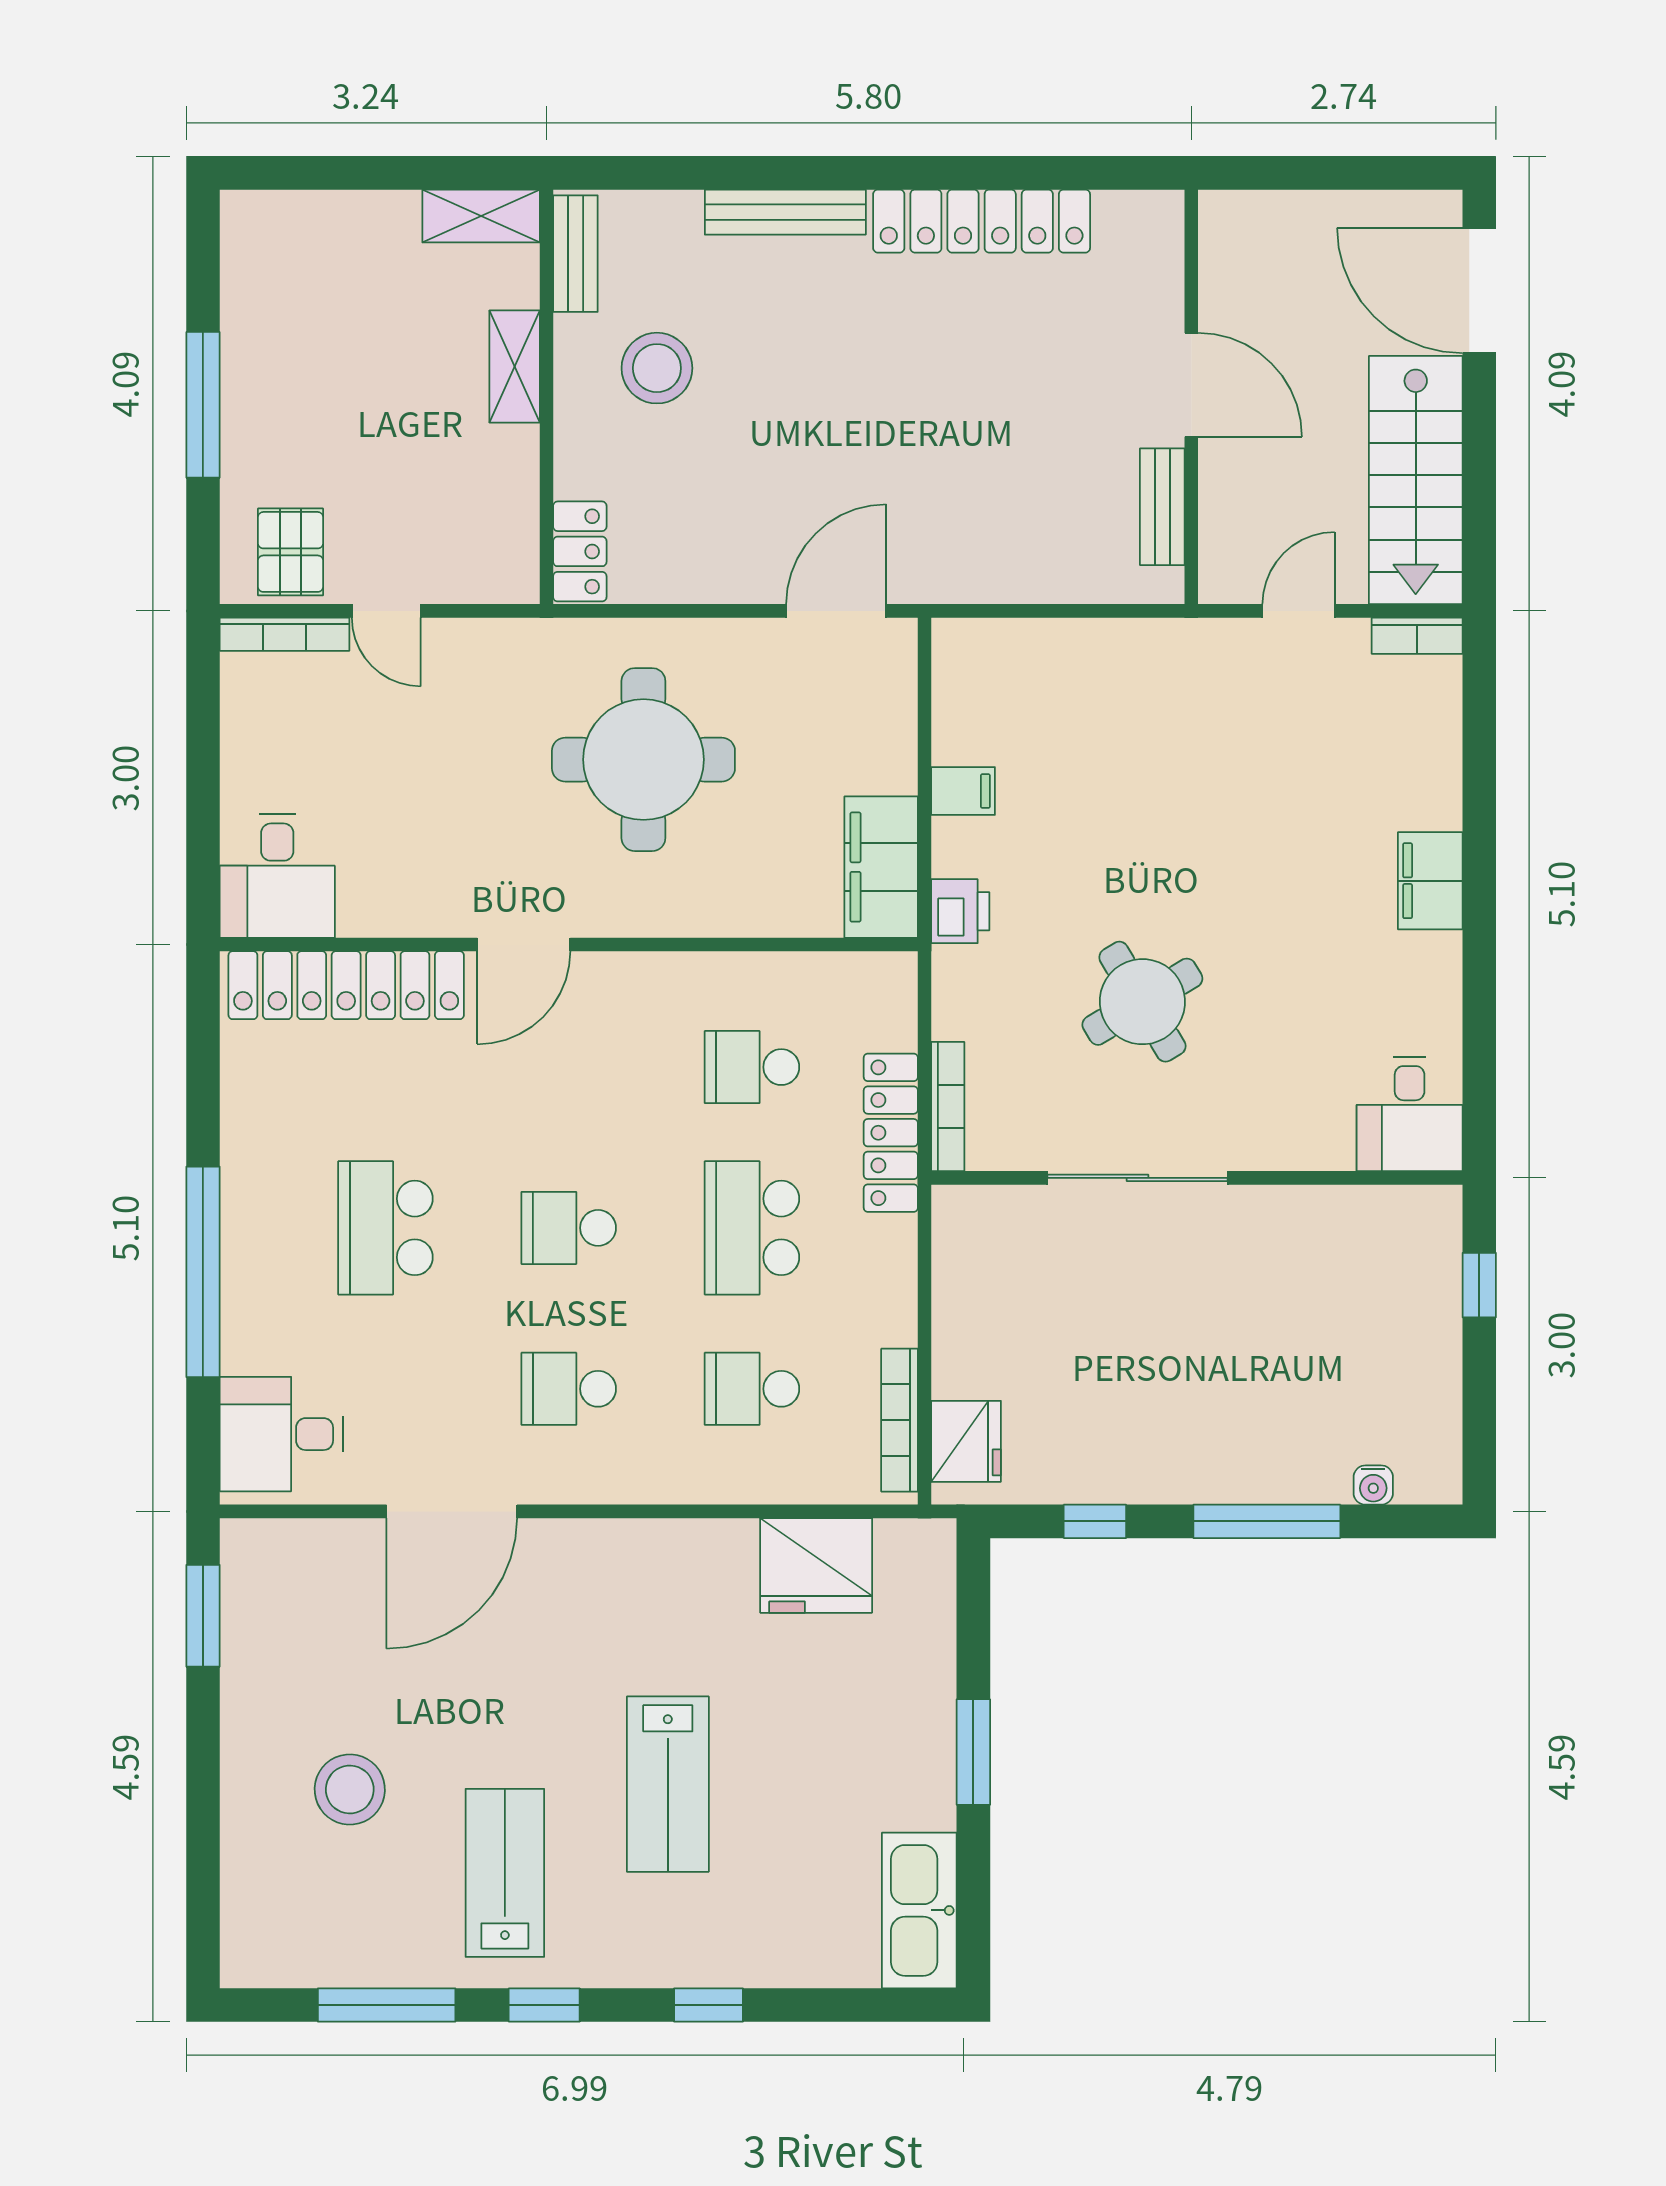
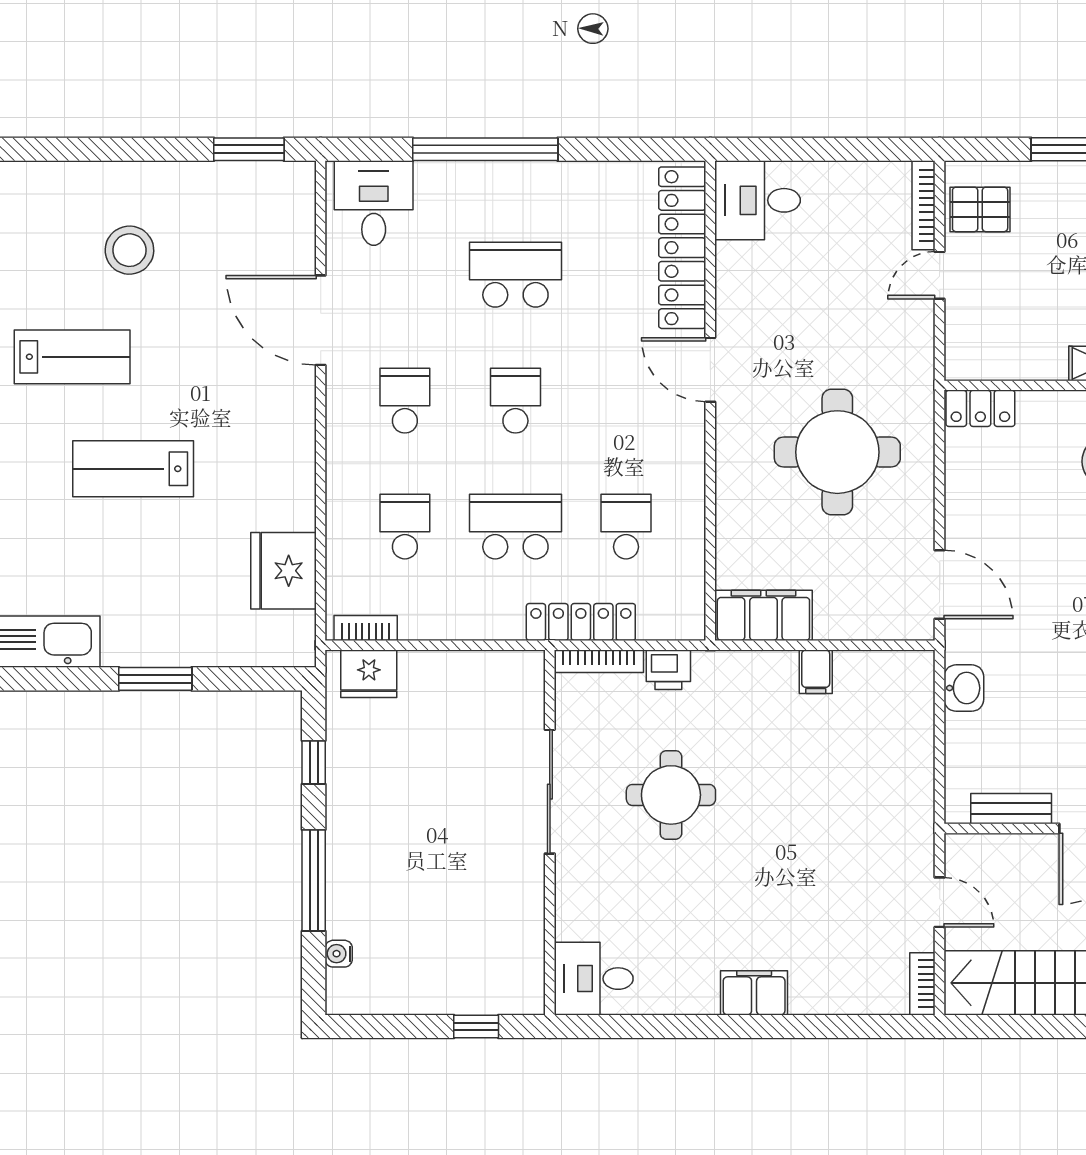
washbasin: (987, 576) -> (964, 688), added
printer: (960, 911) -> (668, 670), moved
round table: (1142, 1002) -> (671, 795), turned 31
bookcase: (900, 1420) -> (366, 628), width x0.64

